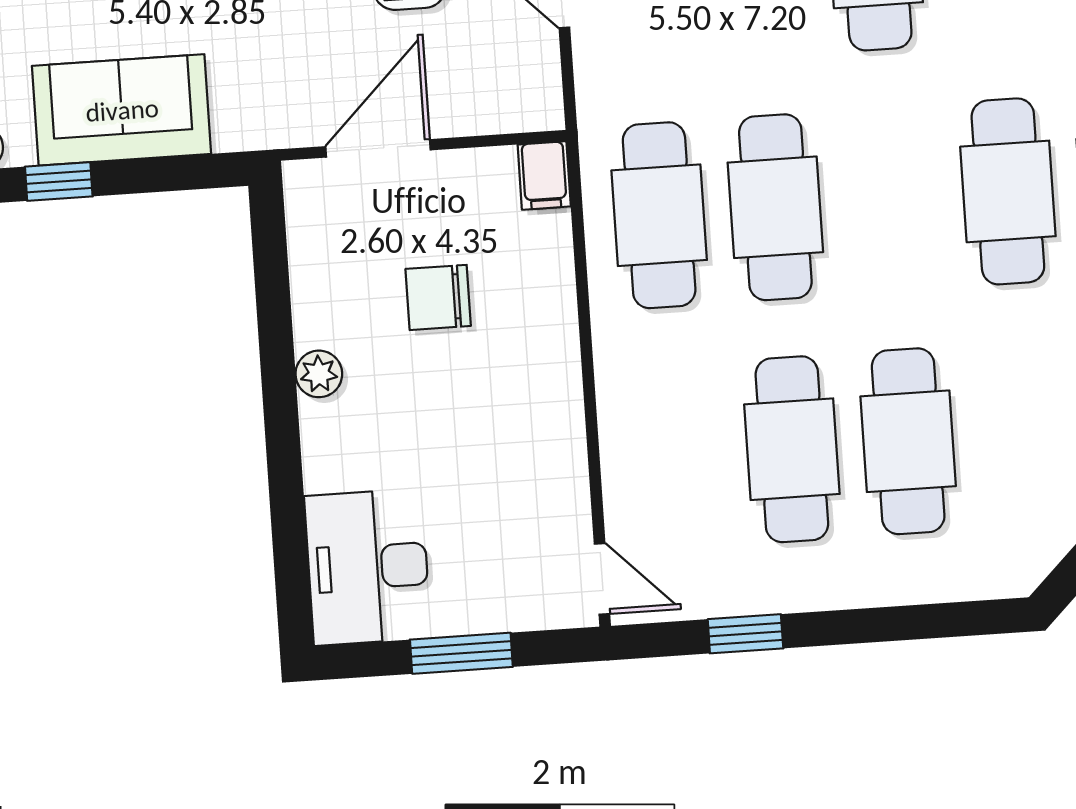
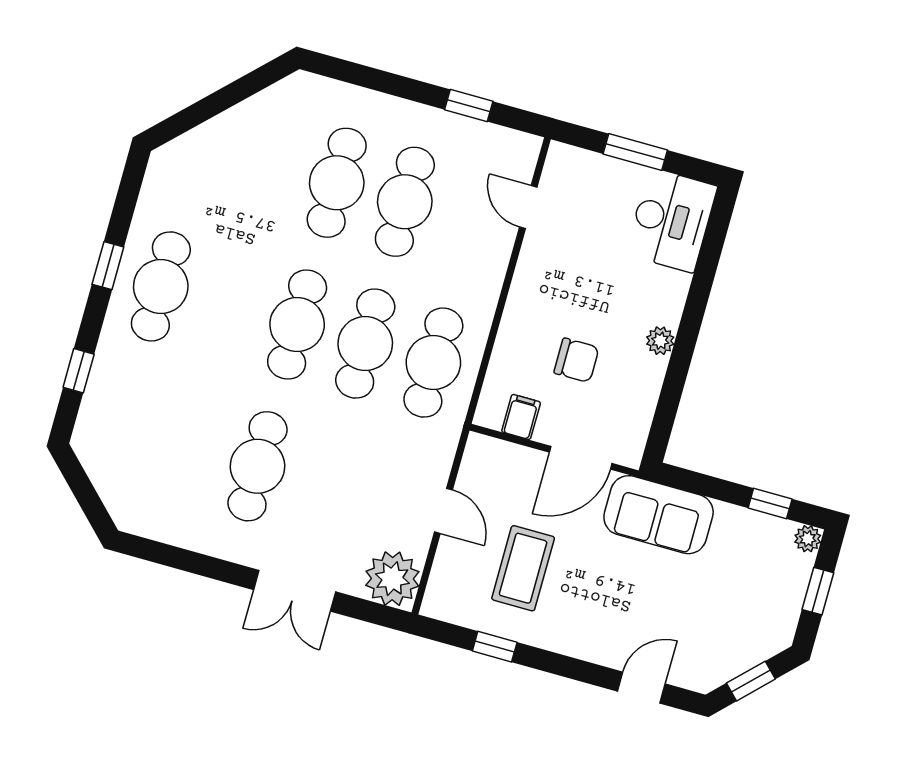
sofa: (122, 110) -> (659, 515), moved
filing cabinet: (544, 175) -> (521, 417), moved
cafe table: (1008, 191) -> (297, 325), moved
door: (602, 579) -> (528, 207), moved

